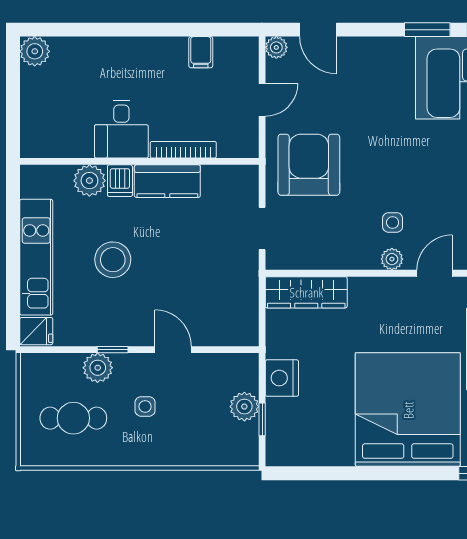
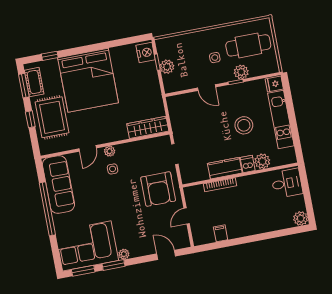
plant: (276, 47) -> (124, 254), moved
desk: (121, 129) -> (287, 183), moved, turned 90
nightstand: (282, 378) -> (146, 53), moved
cafe table: (73, 418) -> (248, 45), width x1.37, depth x1.35

